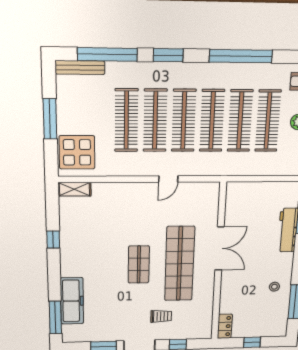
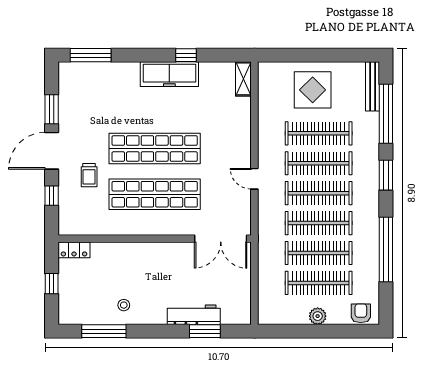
window: (50, 119) -> (320, 55), removed
display table: (77, 152) -> (313, 90), moved
double door: (220, 248) -> (221, 239), moved
shop shelf: (139, 264) -> (155, 149), width x2.00, depth x1.36
freezer: (72, 301) -> (169, 74), moved

